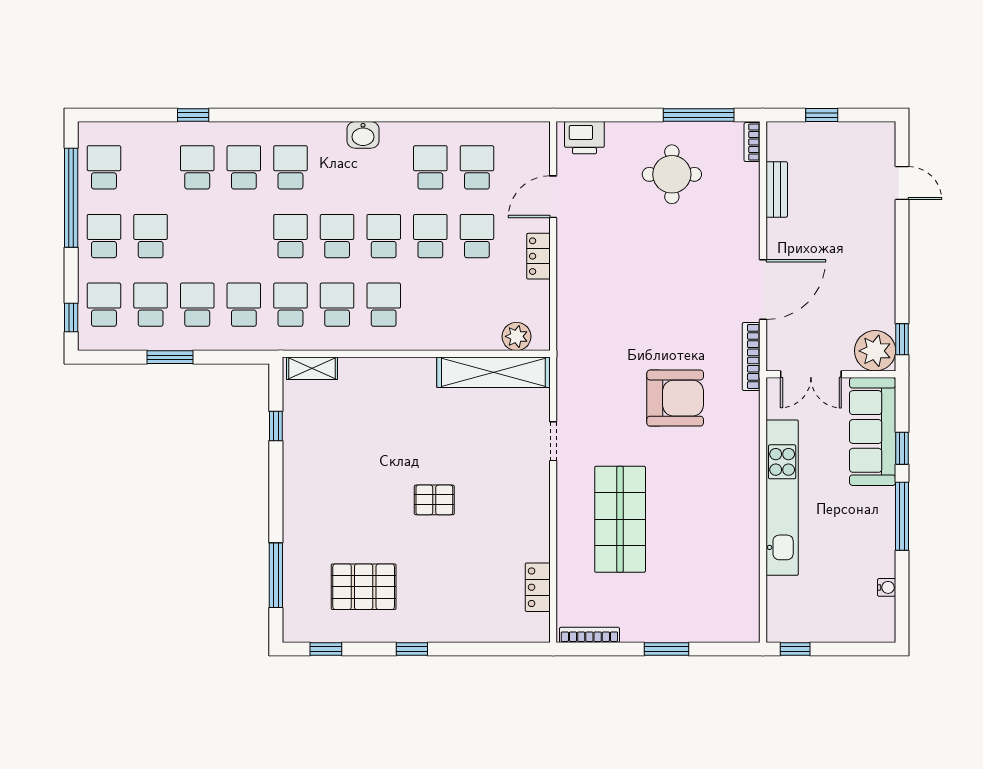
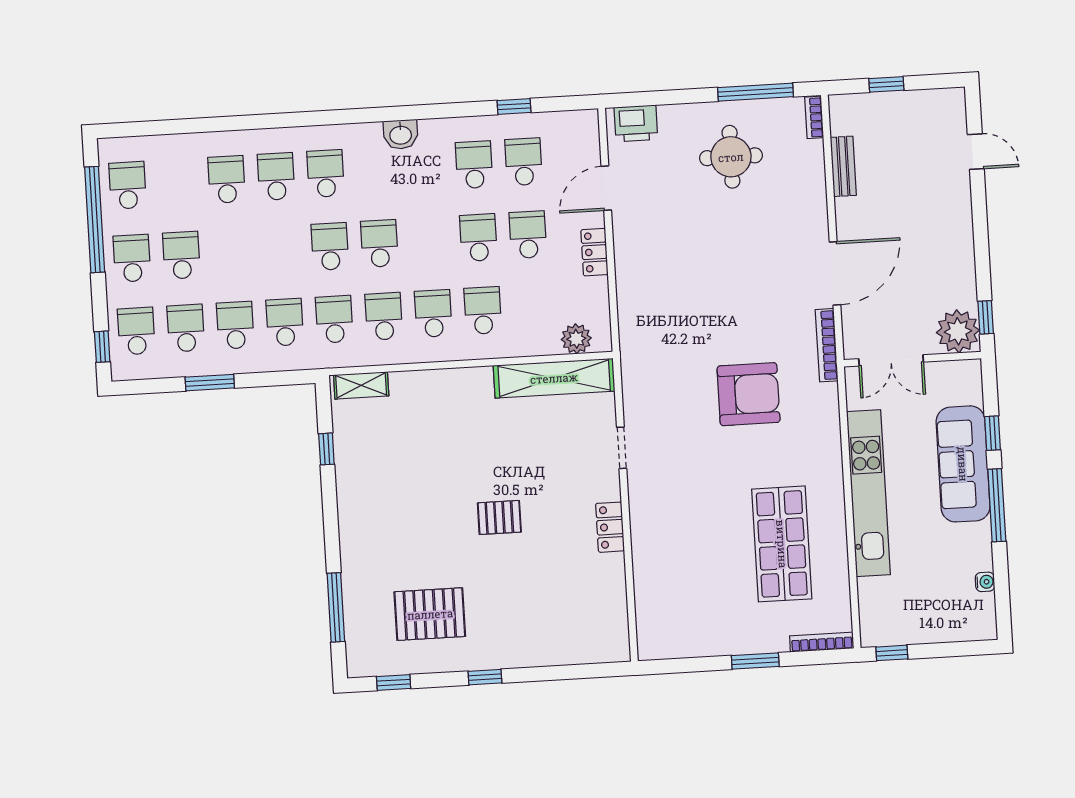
window: (193, 115) -> (514, 107), moved
school desk: (384, 236) -> (483, 310), moved
sofa: (873, 431) -> (963, 464), moved
shop shelf: (620, 519) -> (782, 544), moved
locker: (538, 587) -> (610, 527), moved
bookcase: (589, 635) -> (822, 642), moved

